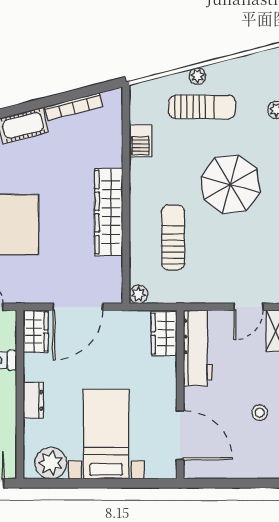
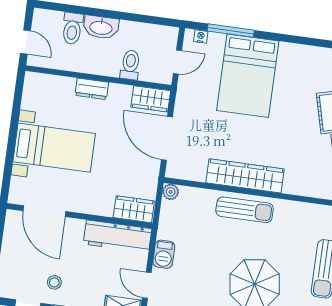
barbecue: (140, 141) -> (164, 254), moved, turned -90
sun lounger: (173, 237) -> (245, 210), moved
door: (180, 435) -> (44, 211), hinge flipped
plant: (51, 463) -> (36, 96), removed

